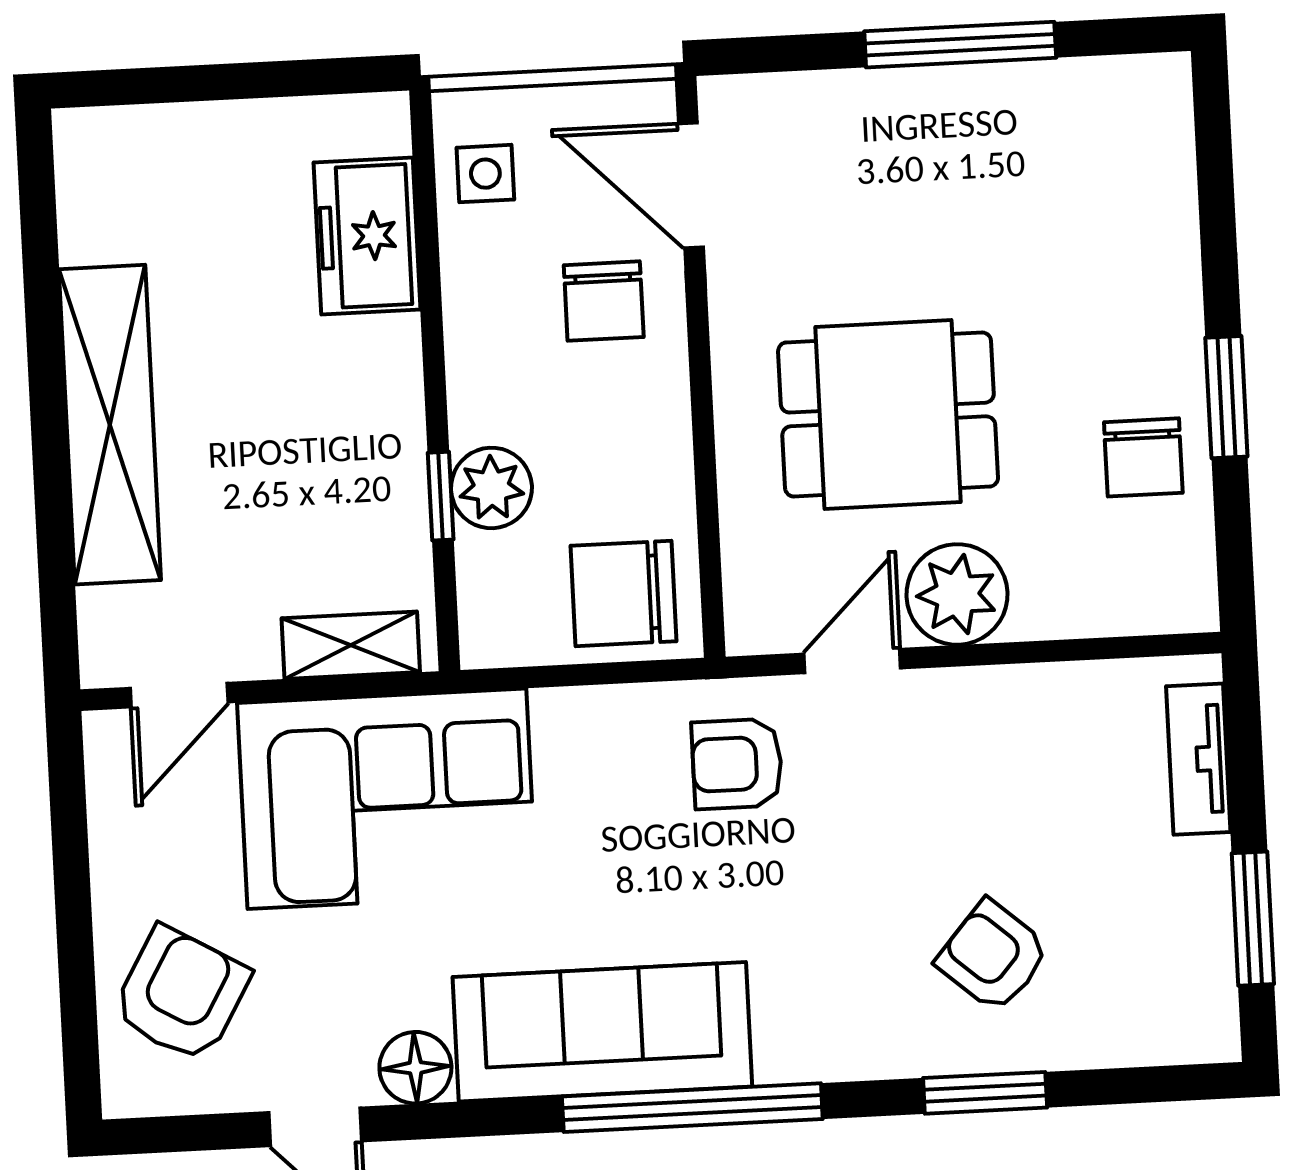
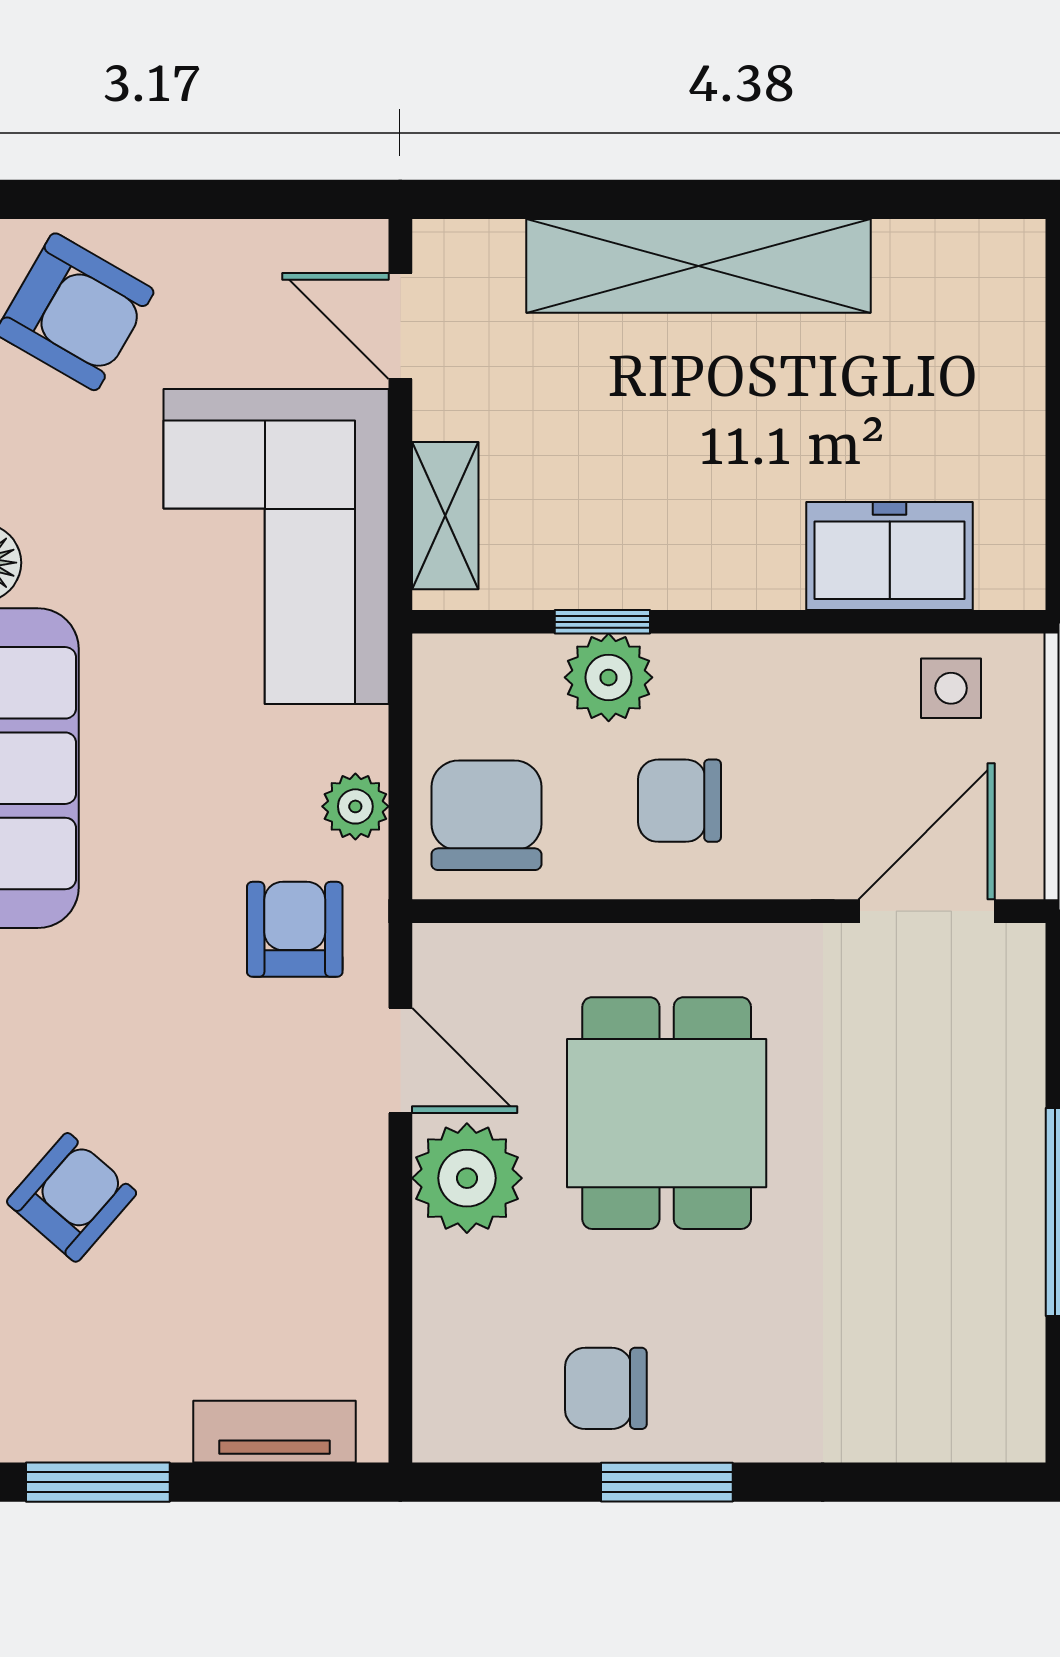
chair: (604, 301) -> (679, 801), moved
plant: (621, 714) -> (355, 806), added

